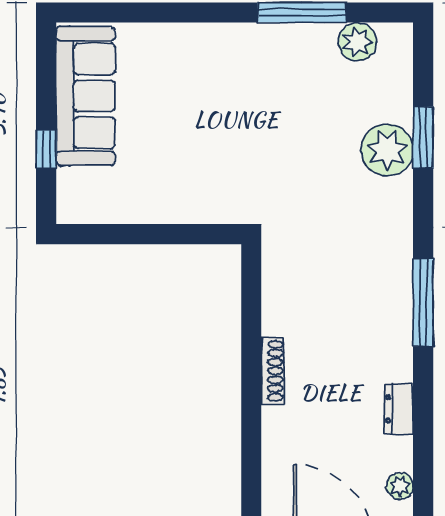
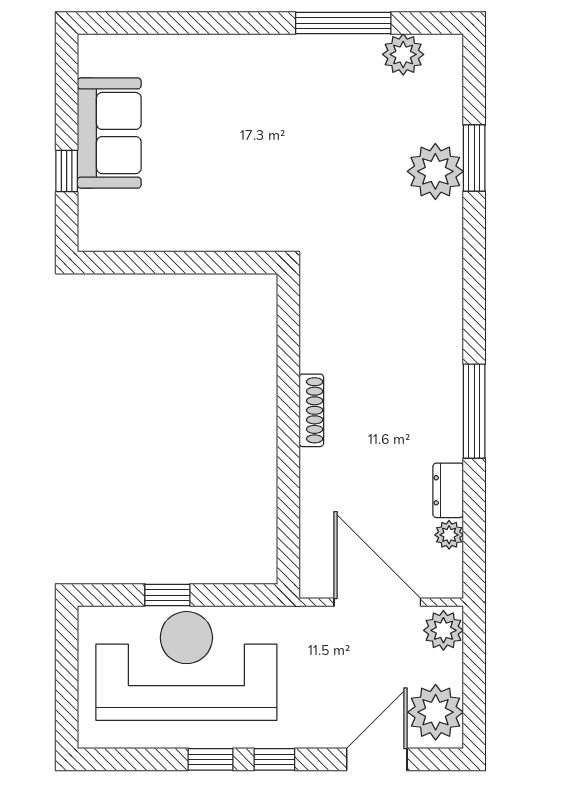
sofa: (86, 96) -> (109, 133), width x0.73
window: (423, 303) -> (474, 411), moved
dresser: (399, 409) -> (448, 490), moved

